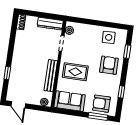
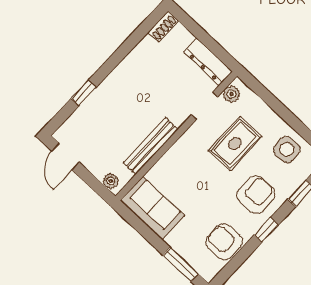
rug: (75, 72) -> (235, 143), moved, turned 90
window: (121, 92) -> (266, 230), moved
armchair: (101, 104) -> (224, 242), moved

